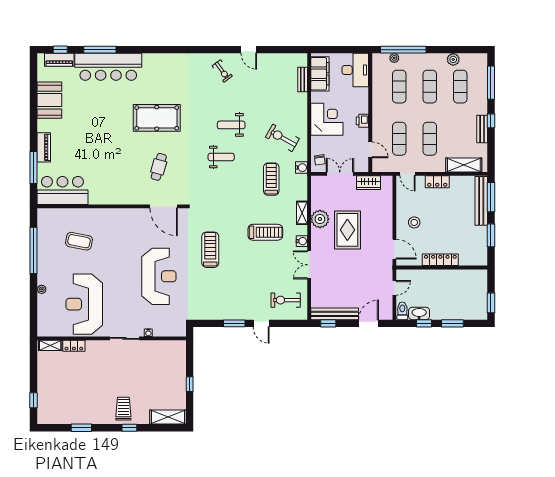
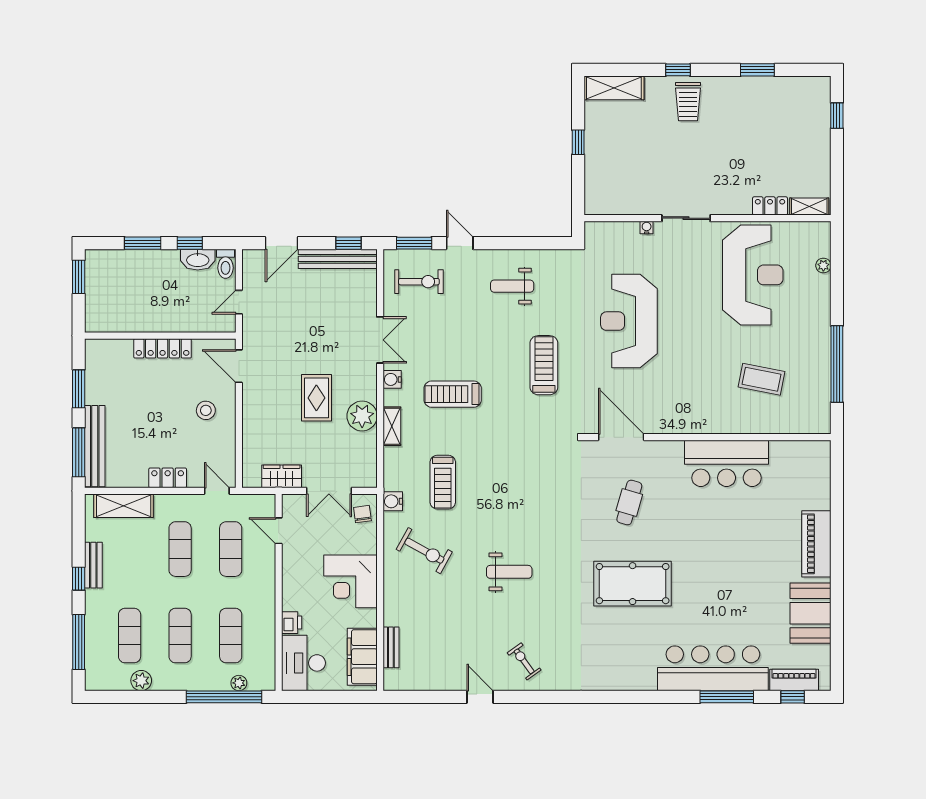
printer: (362, 121) -> (292, 623), moved
piano: (44, 147) -> (816, 544), width x1.37, depth x1.33
weight bench: (221, 157) -> (512, 286), moved
window: (34, 168) -> (837, 501), removed
bar counter: (62, 190) -> (727, 463), moved
rug: (347, 230) -> (316, 398), width x0.73, depth x0.70
treadmill: (210, 250) -> (544, 365), turned 180
plant: (42, 289) -> (823, 266), moved
window: (234, 323) -> (414, 243), moved

